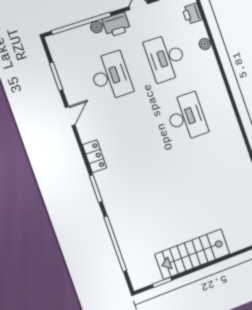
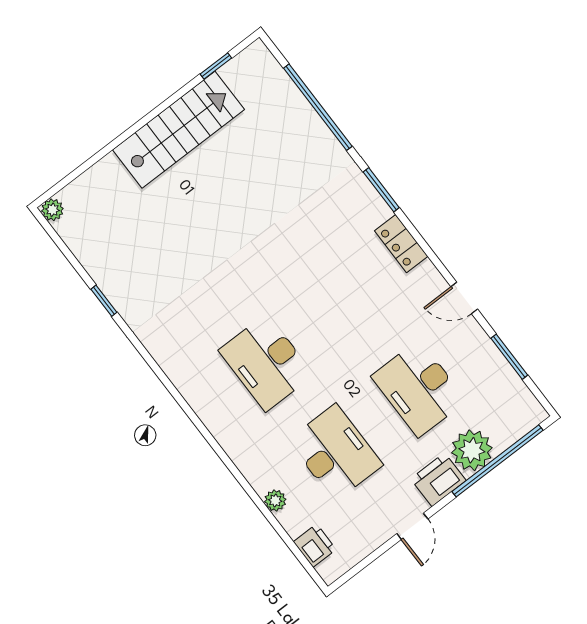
plant: (97, 27) -> (472, 450), width x1.88, depth x1.88
door: (70, 116) -> (464, 298), hinge flipped

